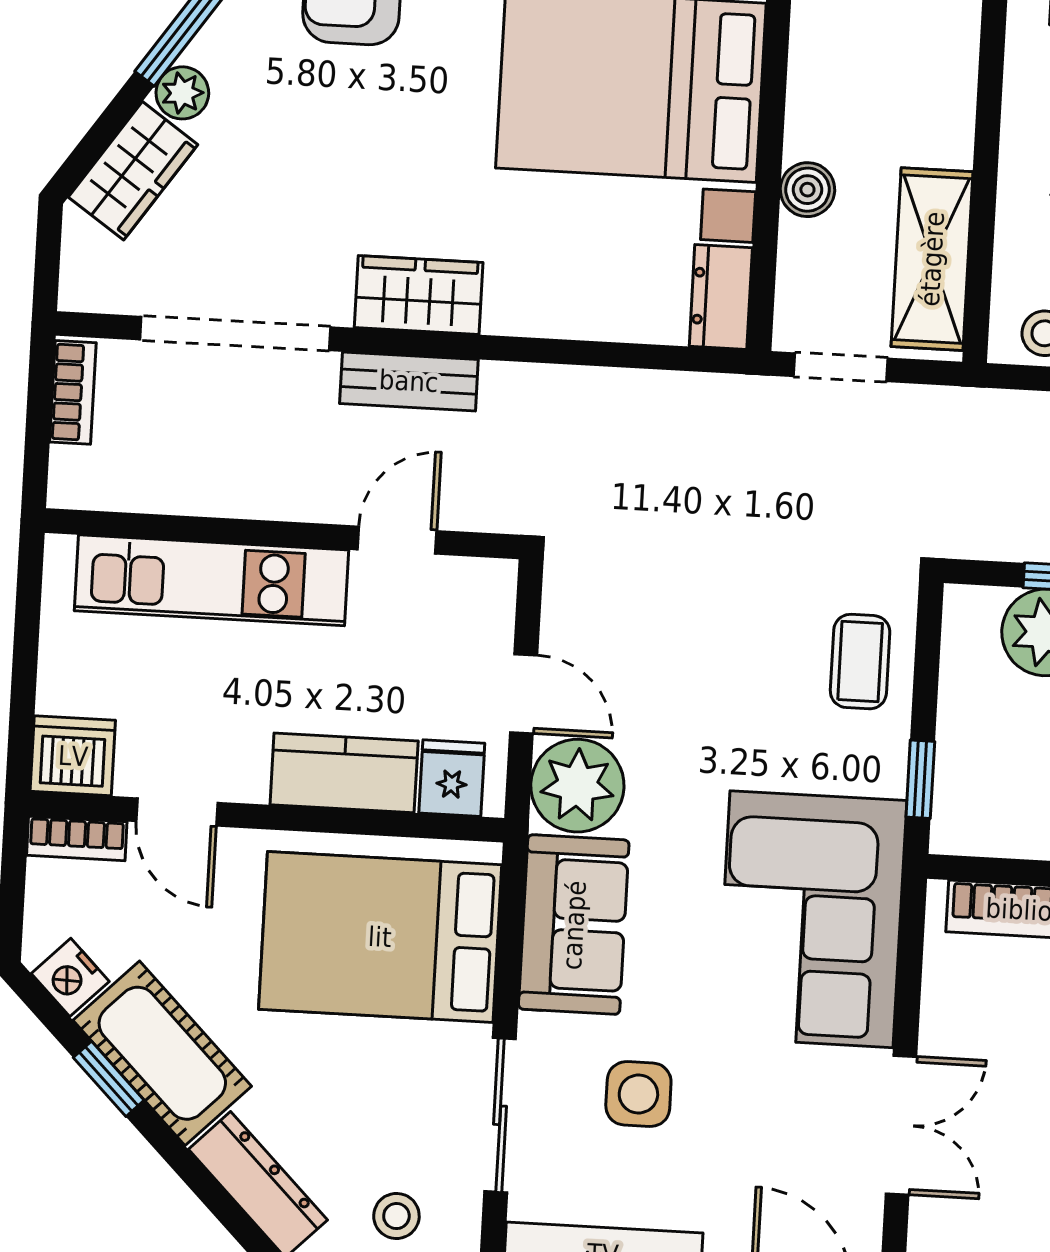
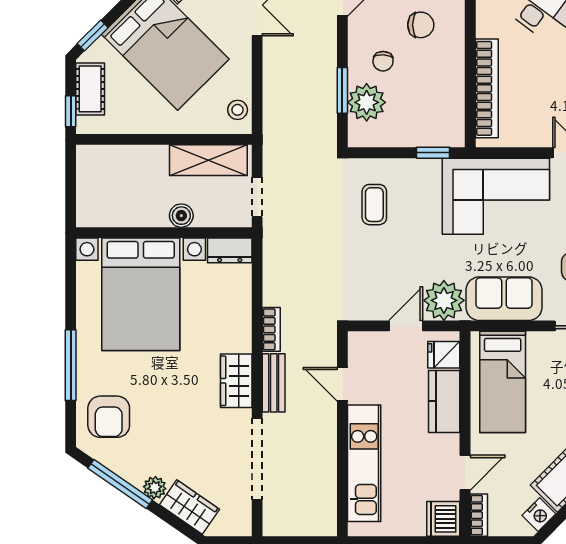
bookcase: (73, 392) -> (271, 329), moved, turned 90
coffee table: (860, 662) -> (374, 205), moved, turned 90
bed: (380, 937) -> (503, 382), width x0.67

